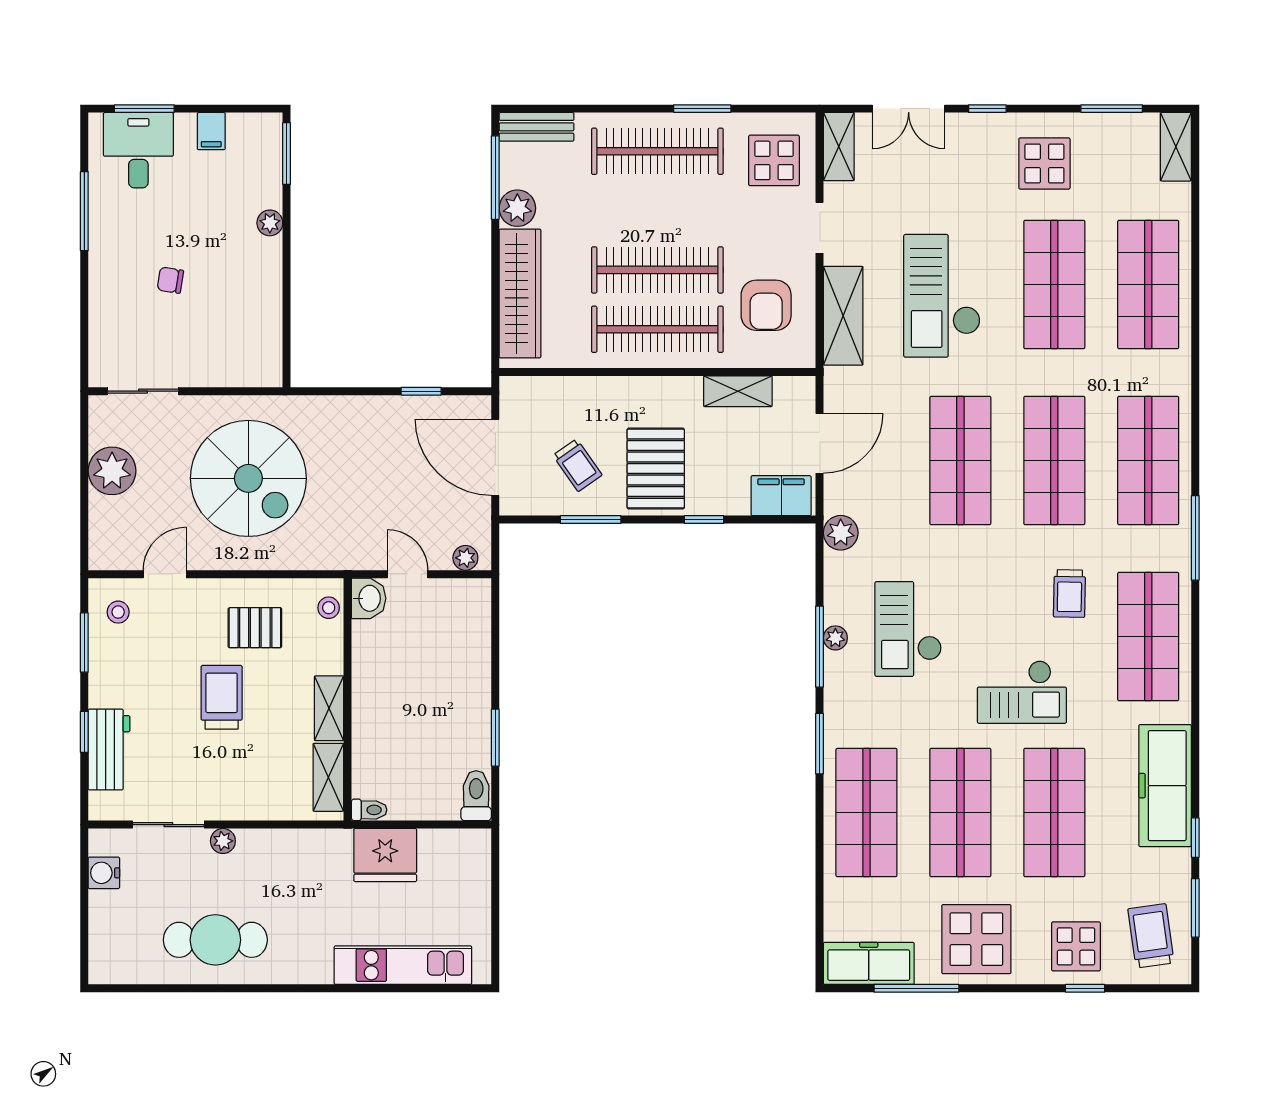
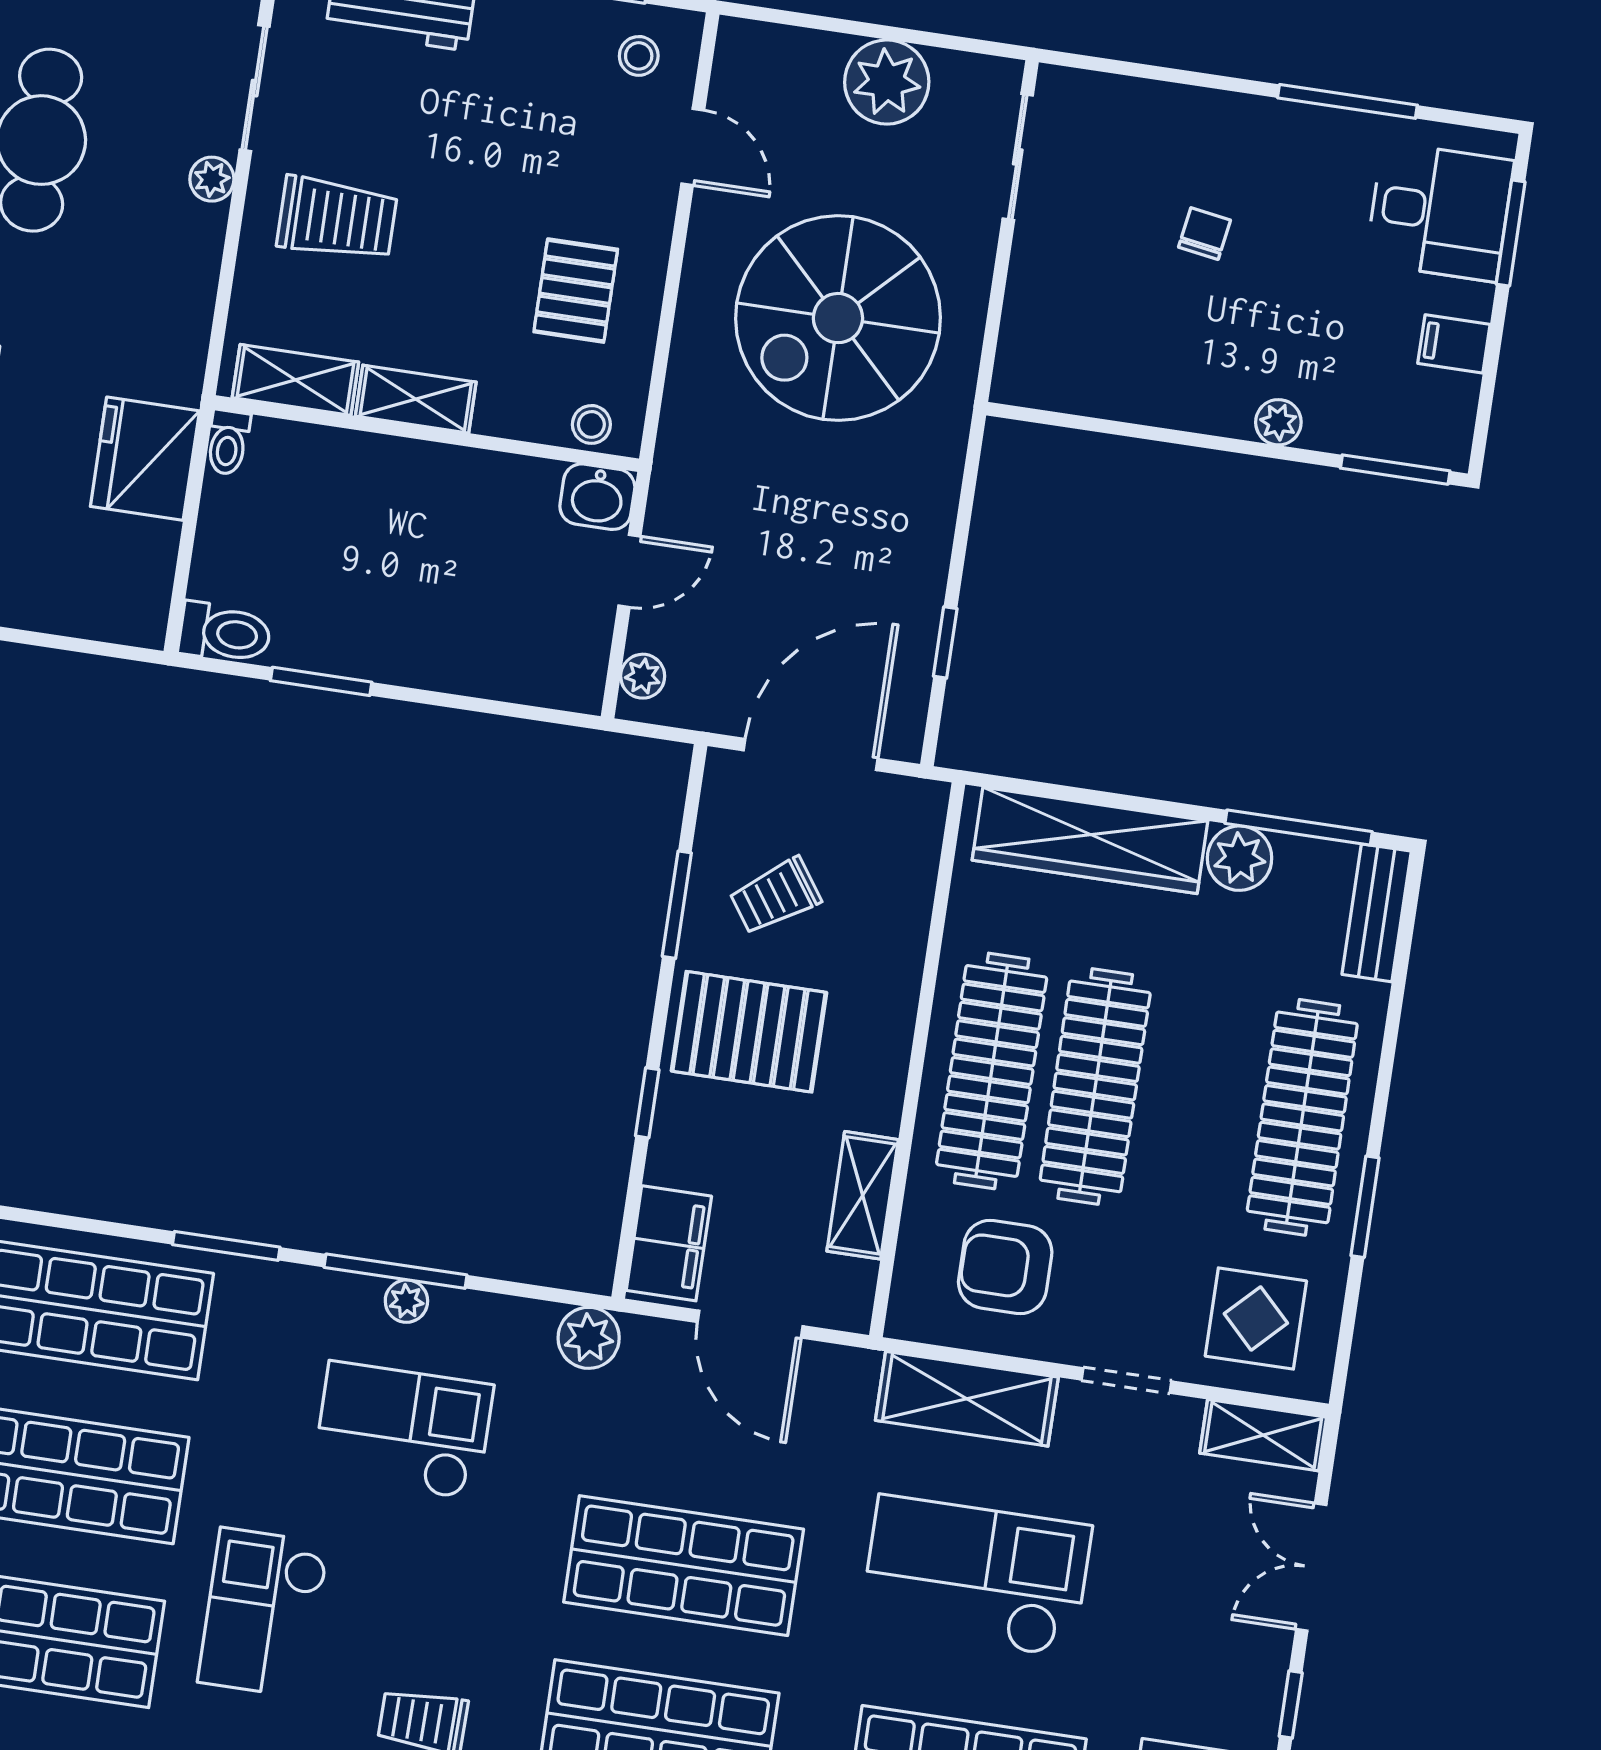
trolley: (222, 697) -> (337, 218), moved

